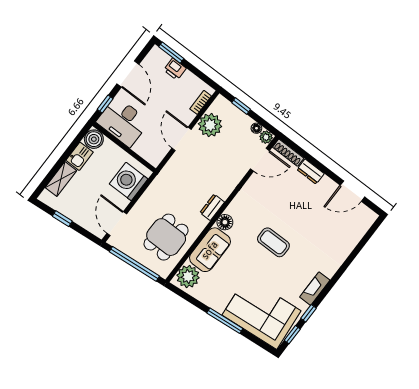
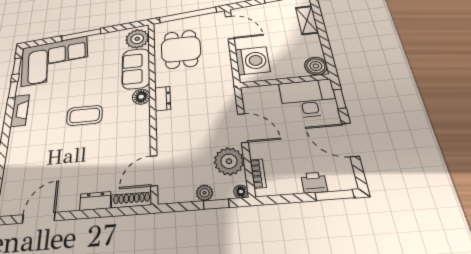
floor lamp: (256, 128) -> (241, 192), moved
plant: (266, 137) -> (205, 193), moved
kitchen sink: (80, 156) -> (312, 45), removed

